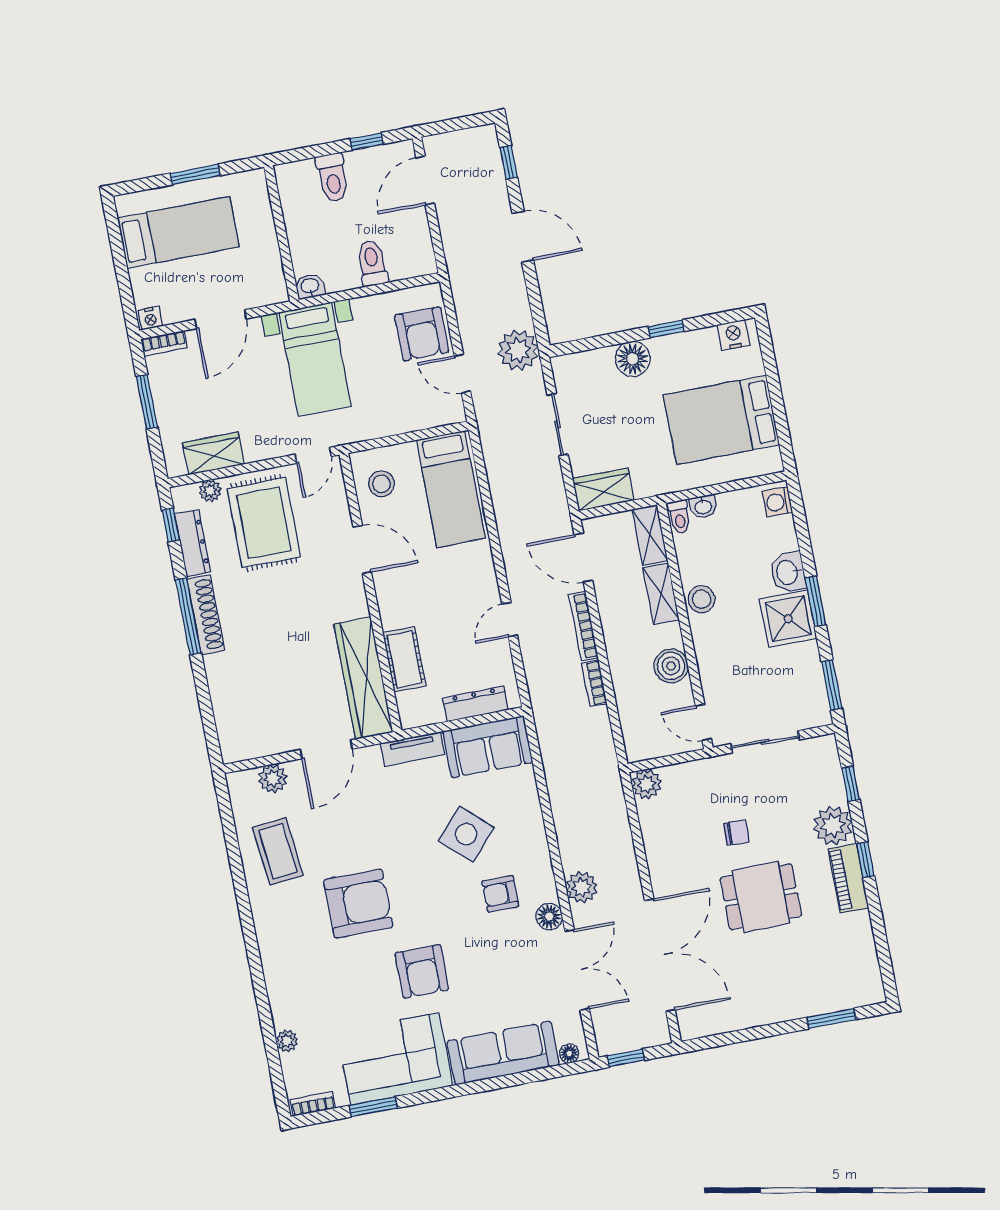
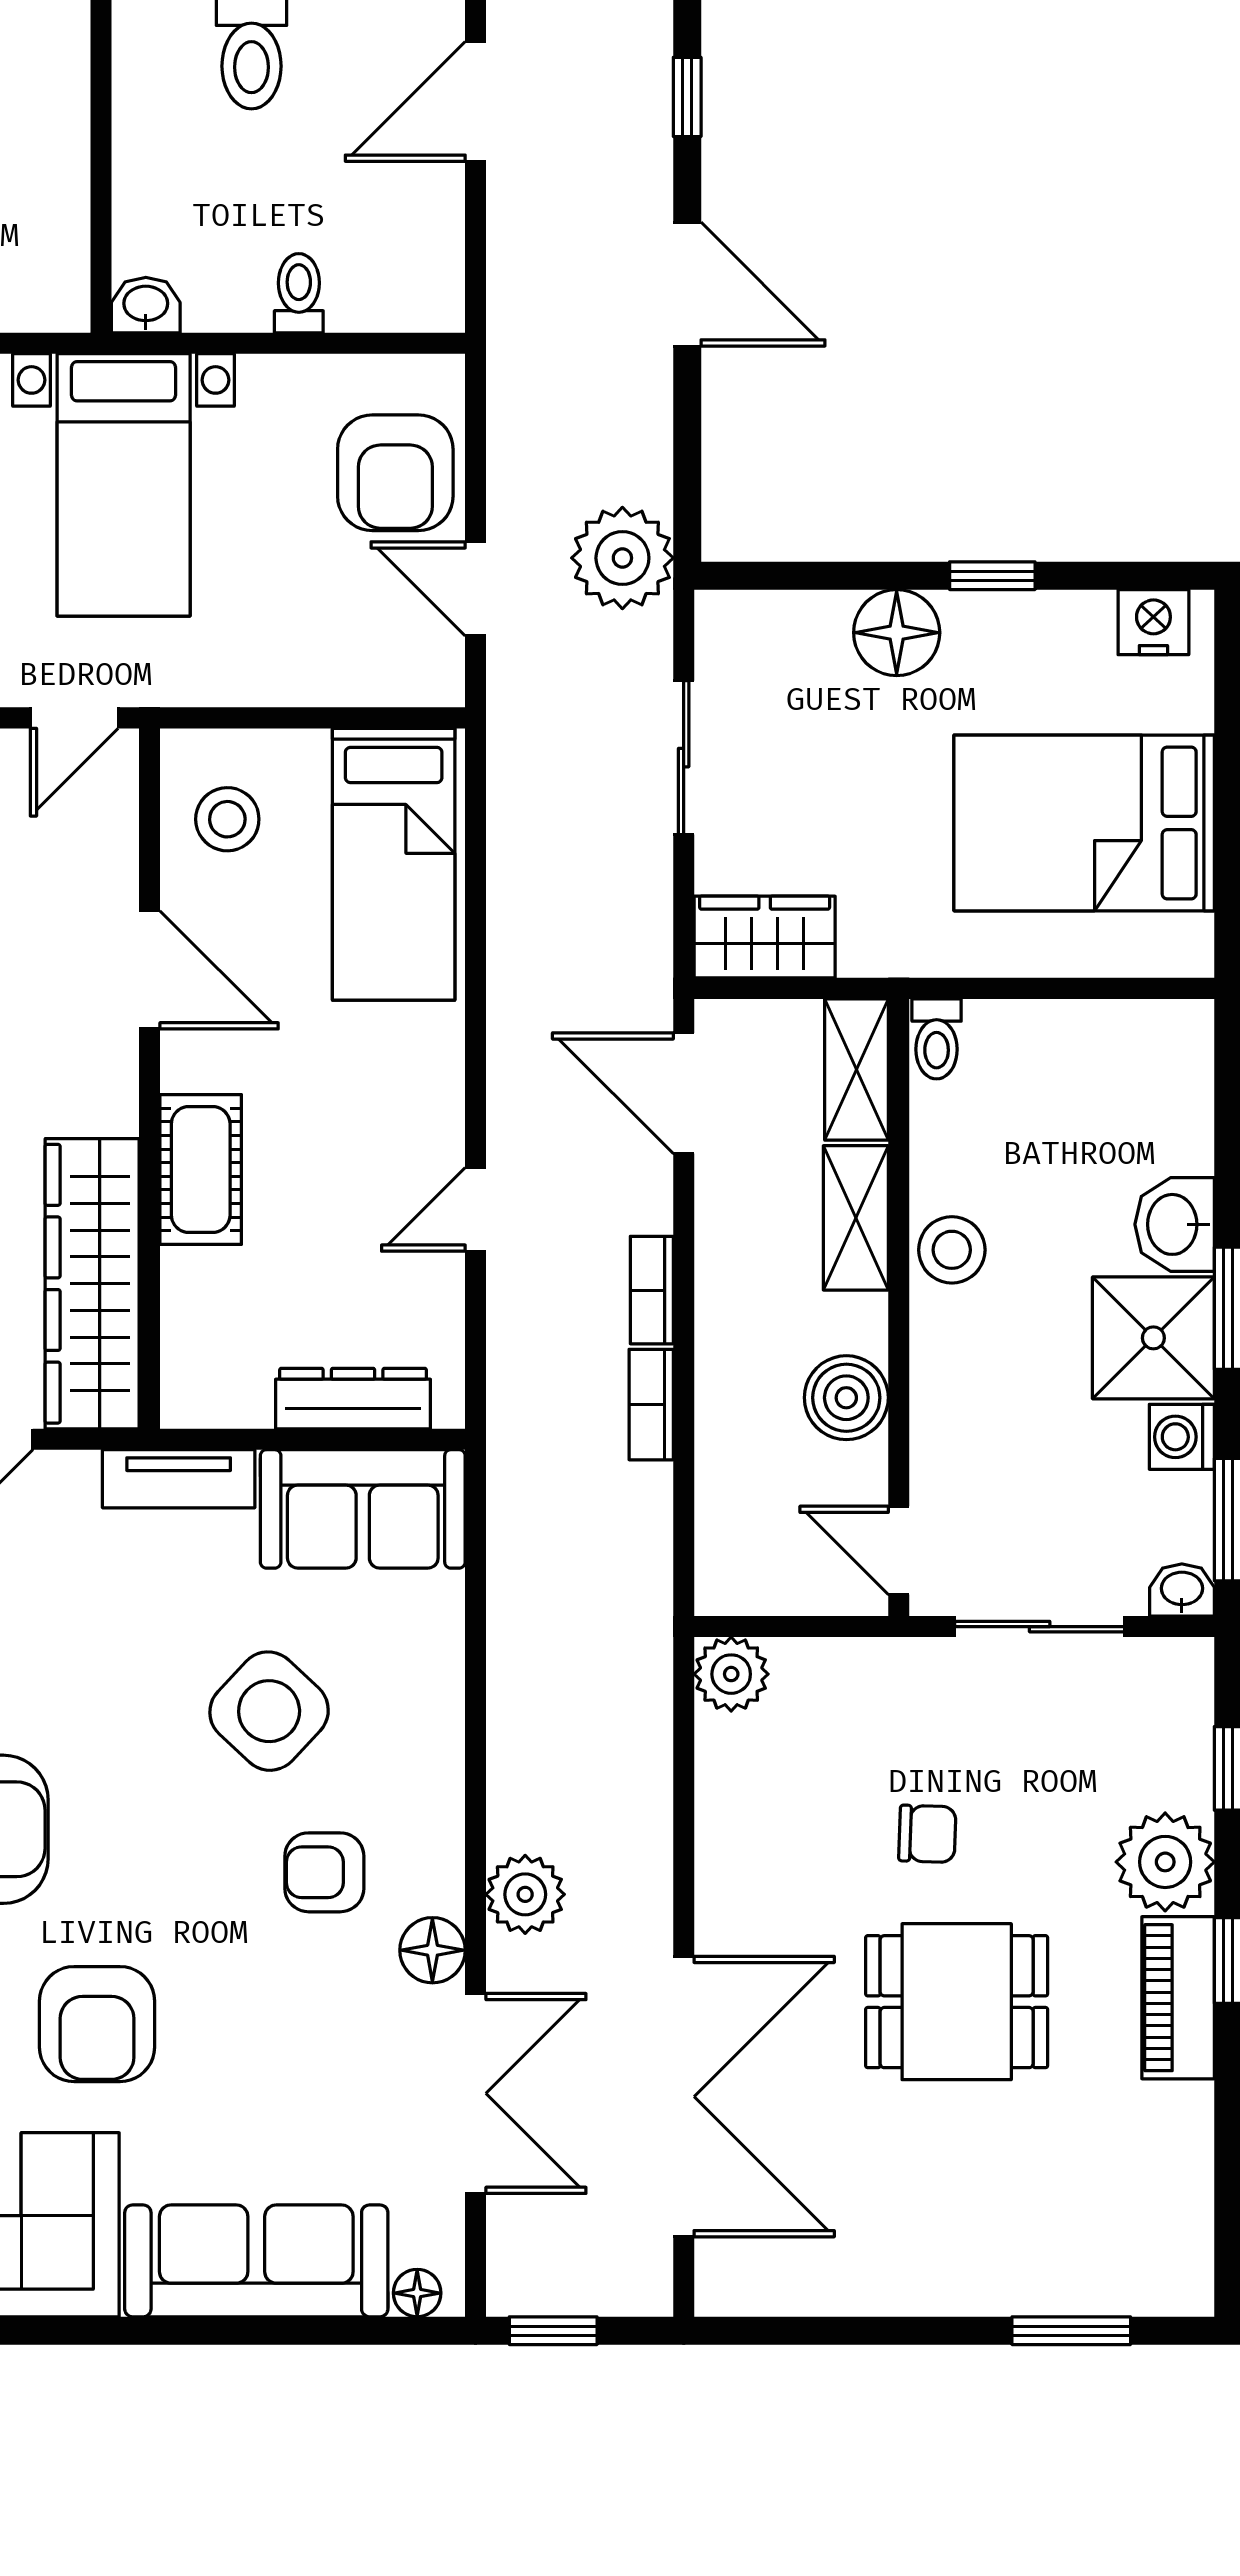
toilet: (372, 263) -> (299, 293), width x0.73, depth x0.72
washing machine: (777, 502) -> (1182, 1437), moved
washbasin: (703, 506) -> (1182, 1590), moved, turned 180
bookcase: (583, 626) -> (652, 1290), width x0.64
cot: (404, 659) -> (201, 1170), moved

